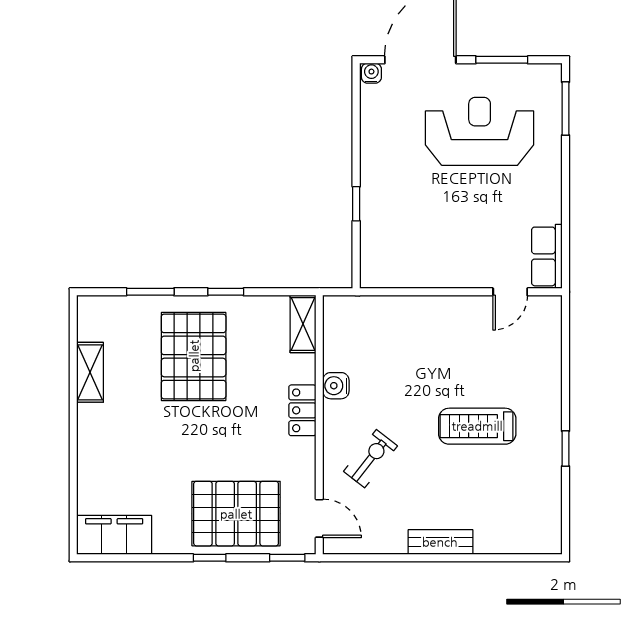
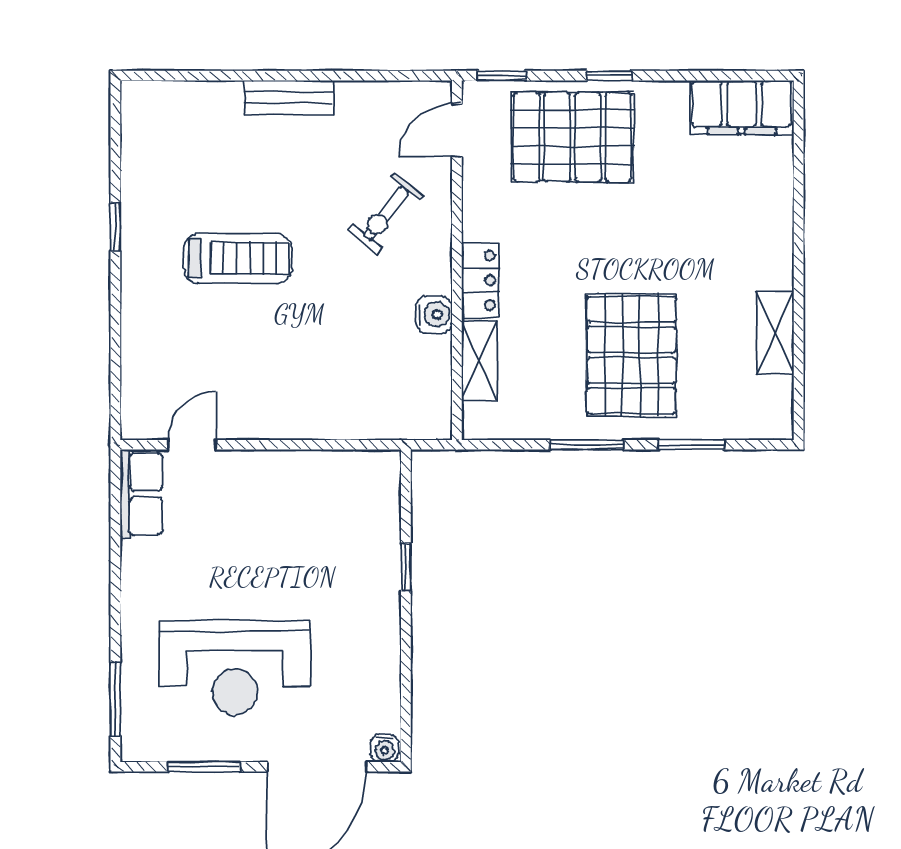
window: (226, 292) -> (587, 445), width x1.50
shelving: (303, 324) -> (480, 360), moved
door: (319, 518) -> (457, 130), hinge flipped

